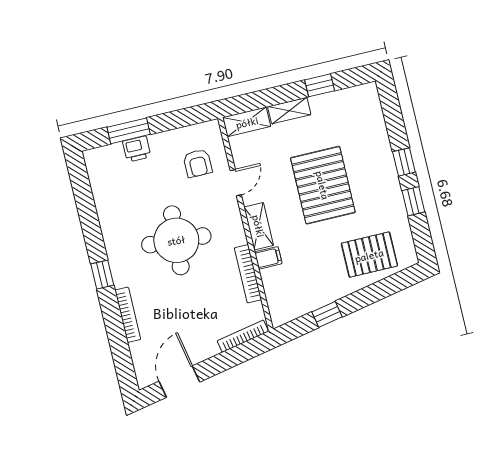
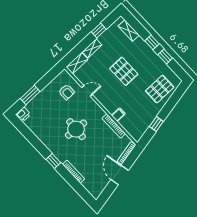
printer: (137, 149) -> (23, 114), moved
door: (236, 183) -> (87, 91), hinge flipped
pallet: (323, 185) -> (124, 71), width x0.73, depth x0.71
shelving: (259, 226) -> (129, 30), moved
round table: (176, 240) -> (76, 129), width x0.73, depth x0.73
door: (179, 382) -> (120, 175), moved

